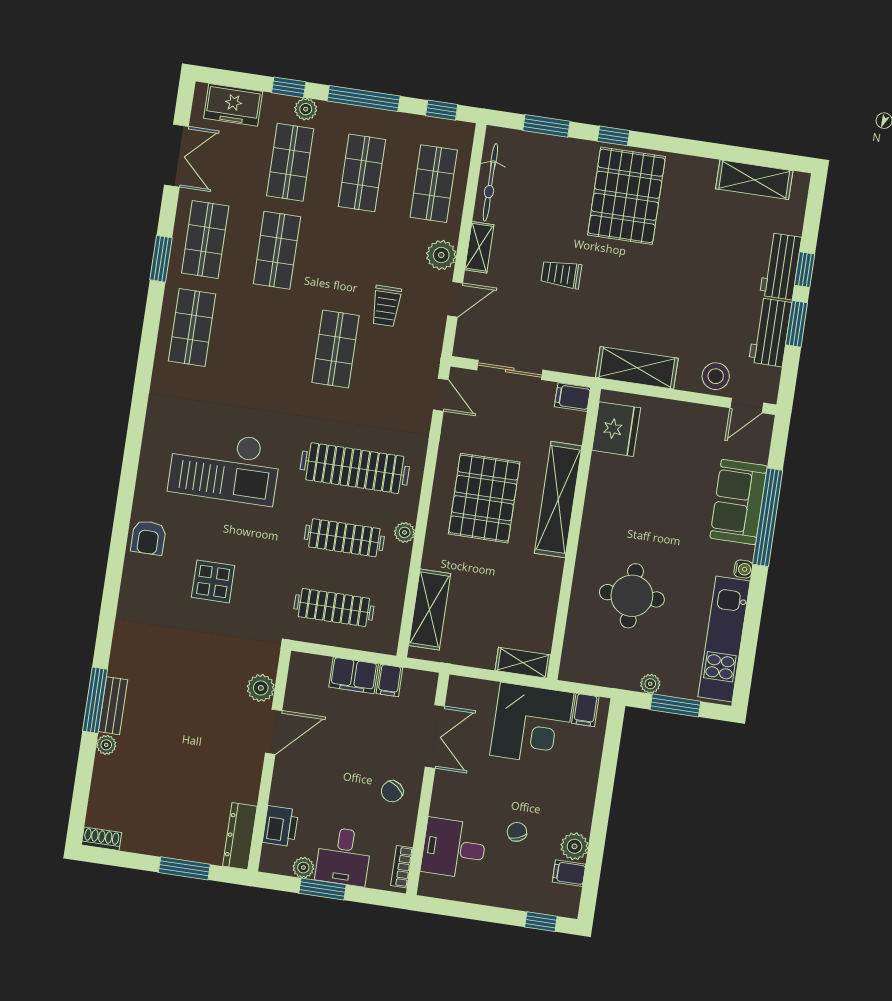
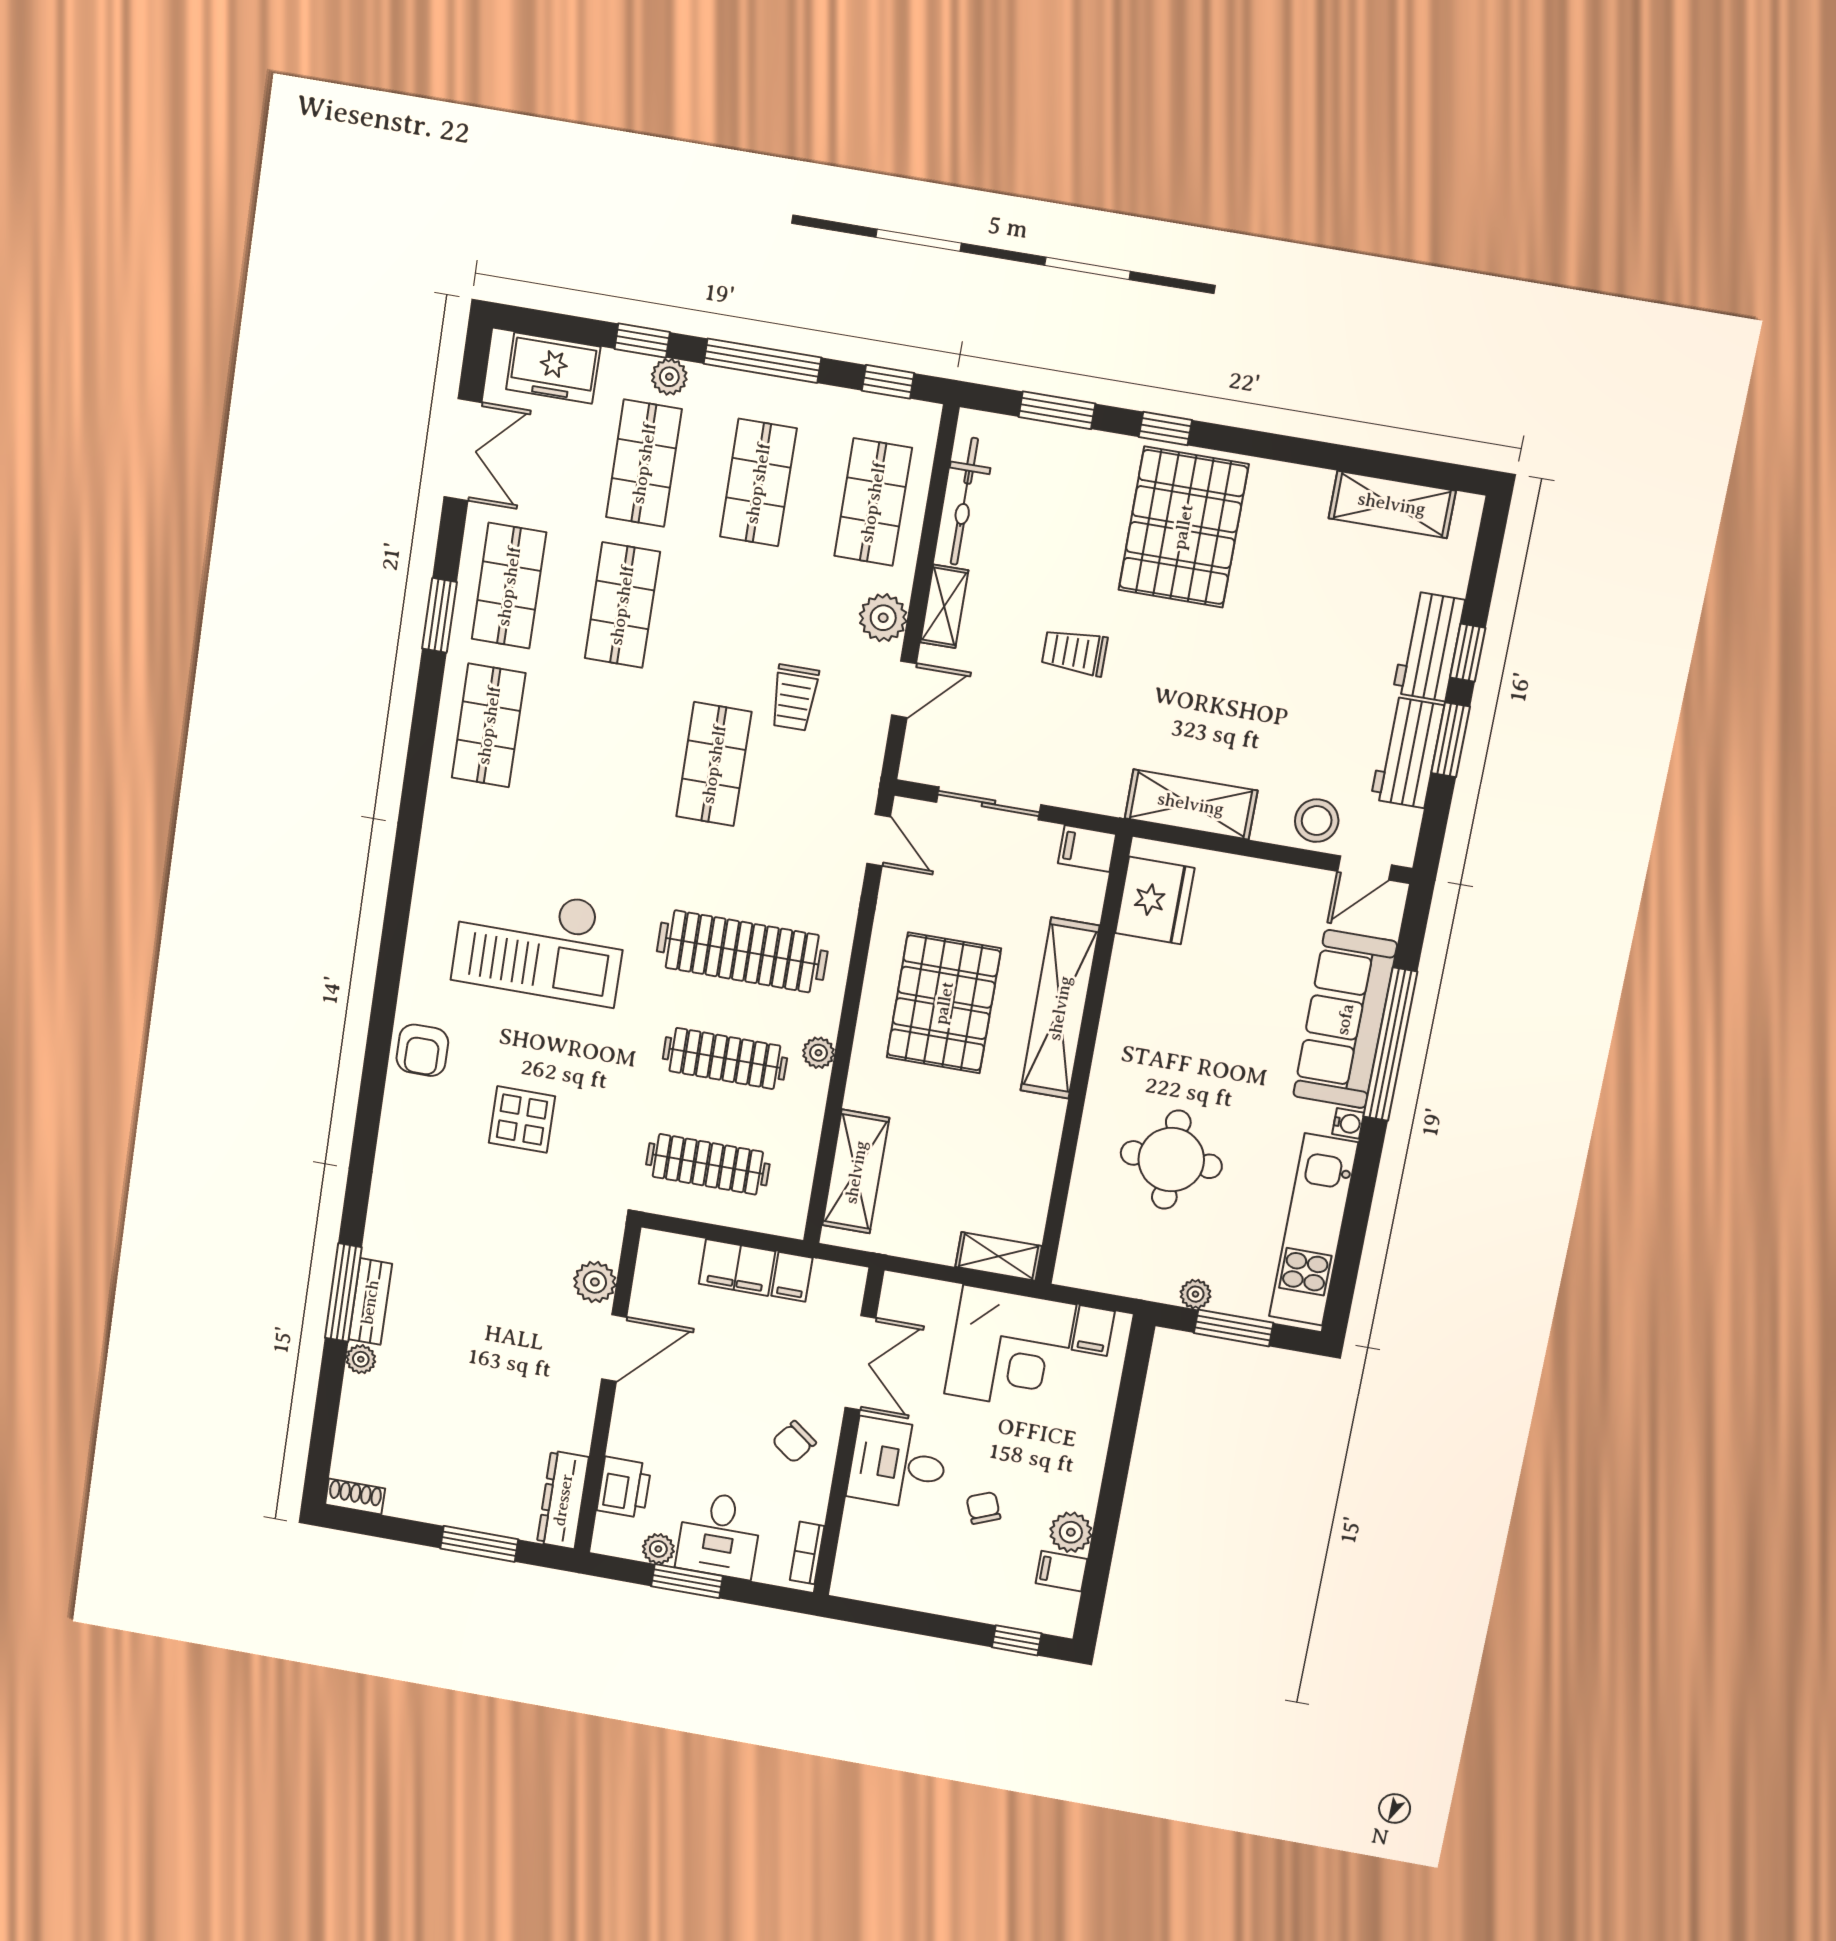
sofa: (739, 502) -> (1345, 1019), width x1.36
desk: (454, 848) -> (898, 1464), moved

